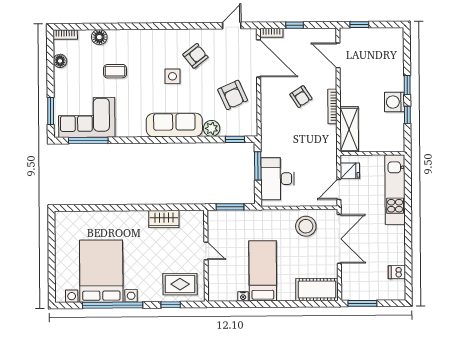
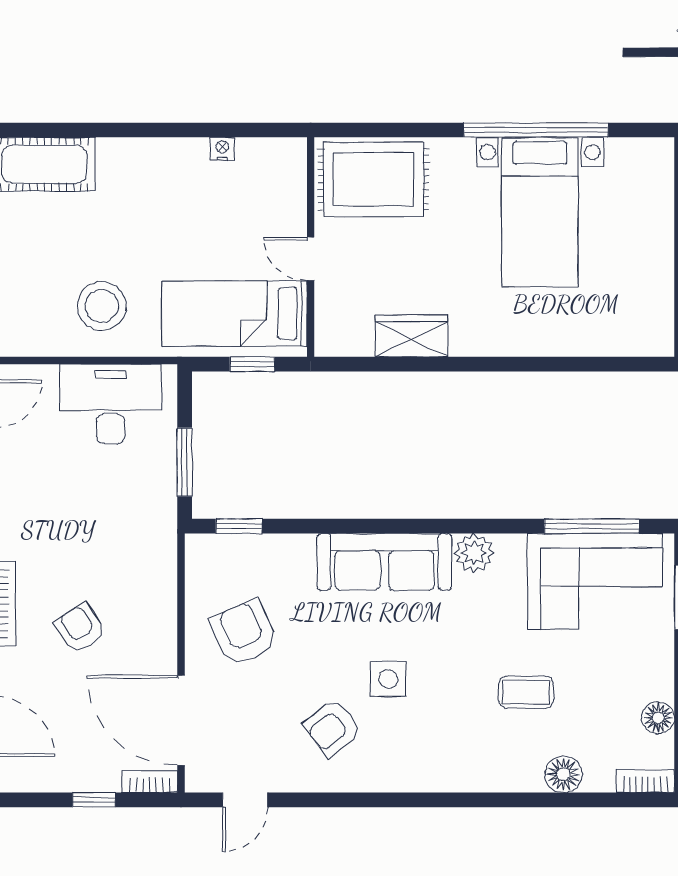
plant: (212, 128) -> (474, 553), moved
desk: (277, 179) -> (111, 404), moved, turned -90
window: (230, 207) -> (252, 364), width x0.67
stool: (306, 226) -> (102, 306), moved
bed with nightstands: (101, 271) -> (540, 212), width x0.73
bed: (263, 271) -> (235, 314), moved, turned 90
rug: (180, 284) -> (373, 179), width x1.36, depth x1.43
window: (171, 305) -> (396, 130), removed

